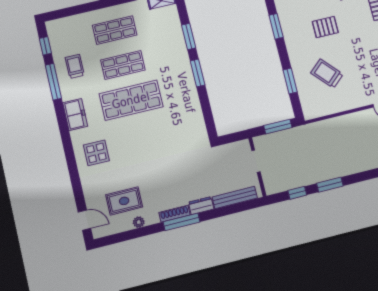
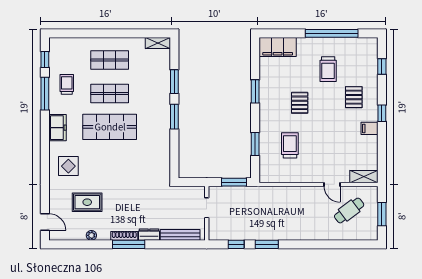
pallet: (325, 27) -> (300, 103), turned 90
trolley: (327, 74) -> (290, 145), turned 42
rug: (124, 201) -> (87, 202), moved

